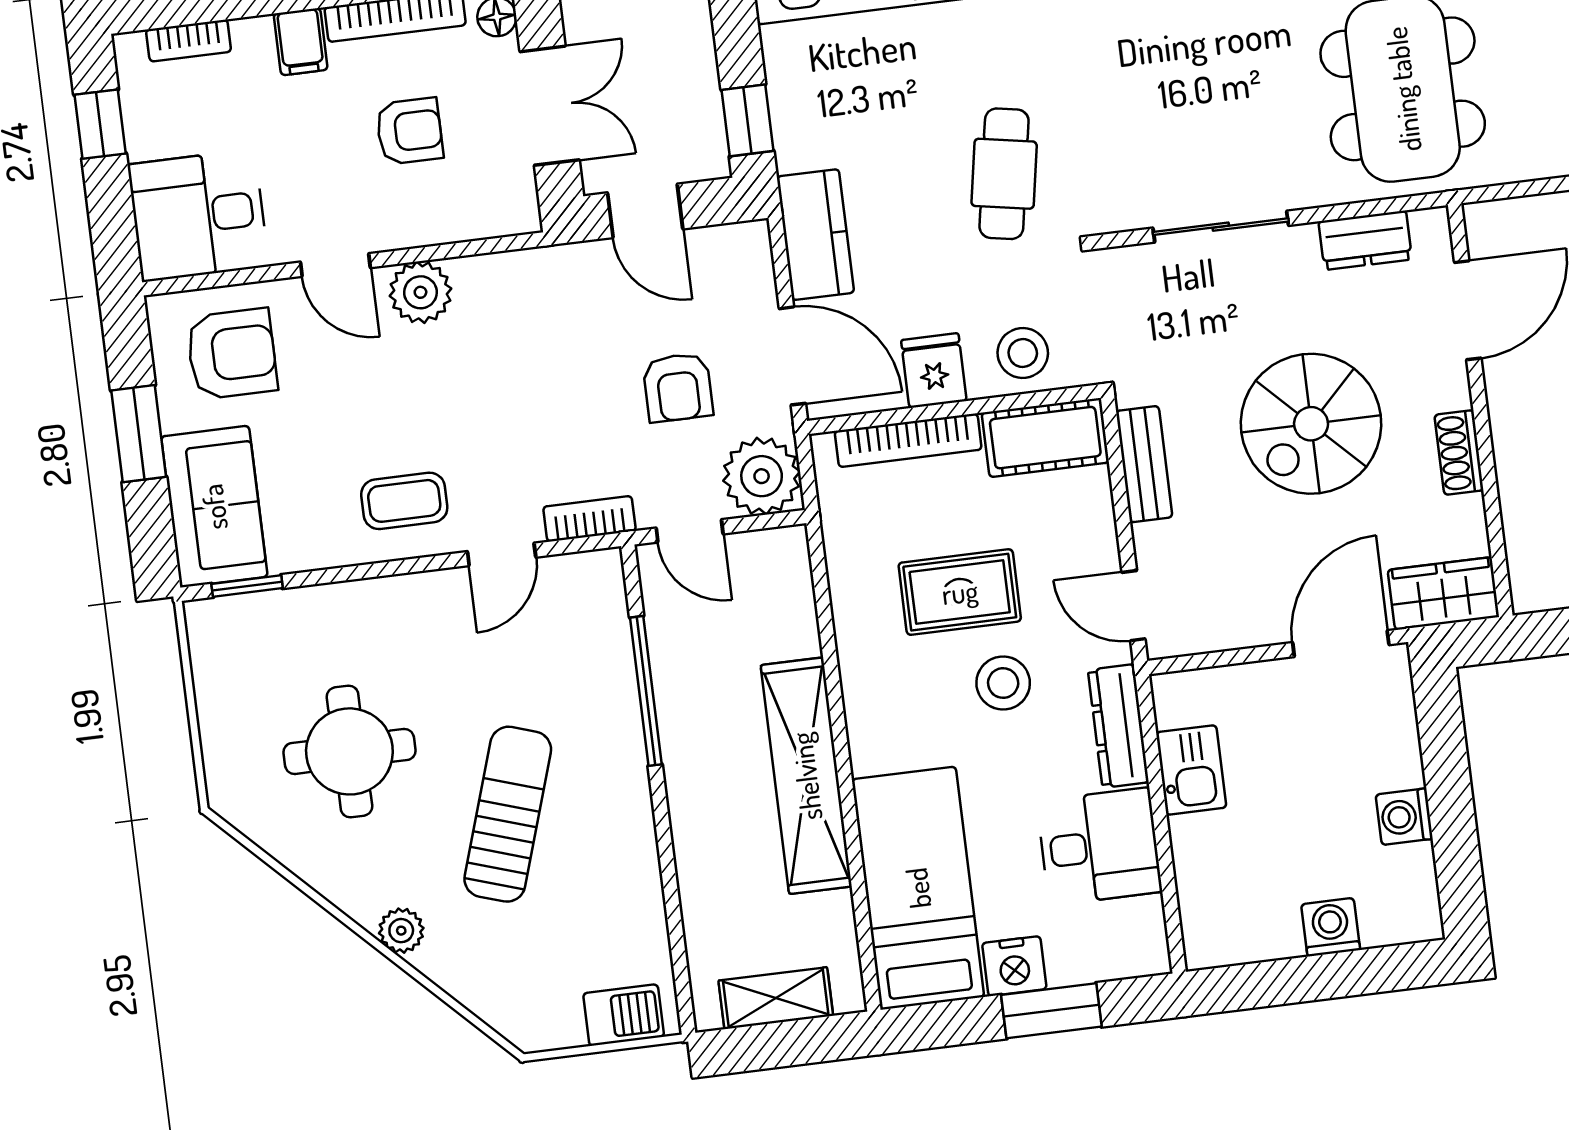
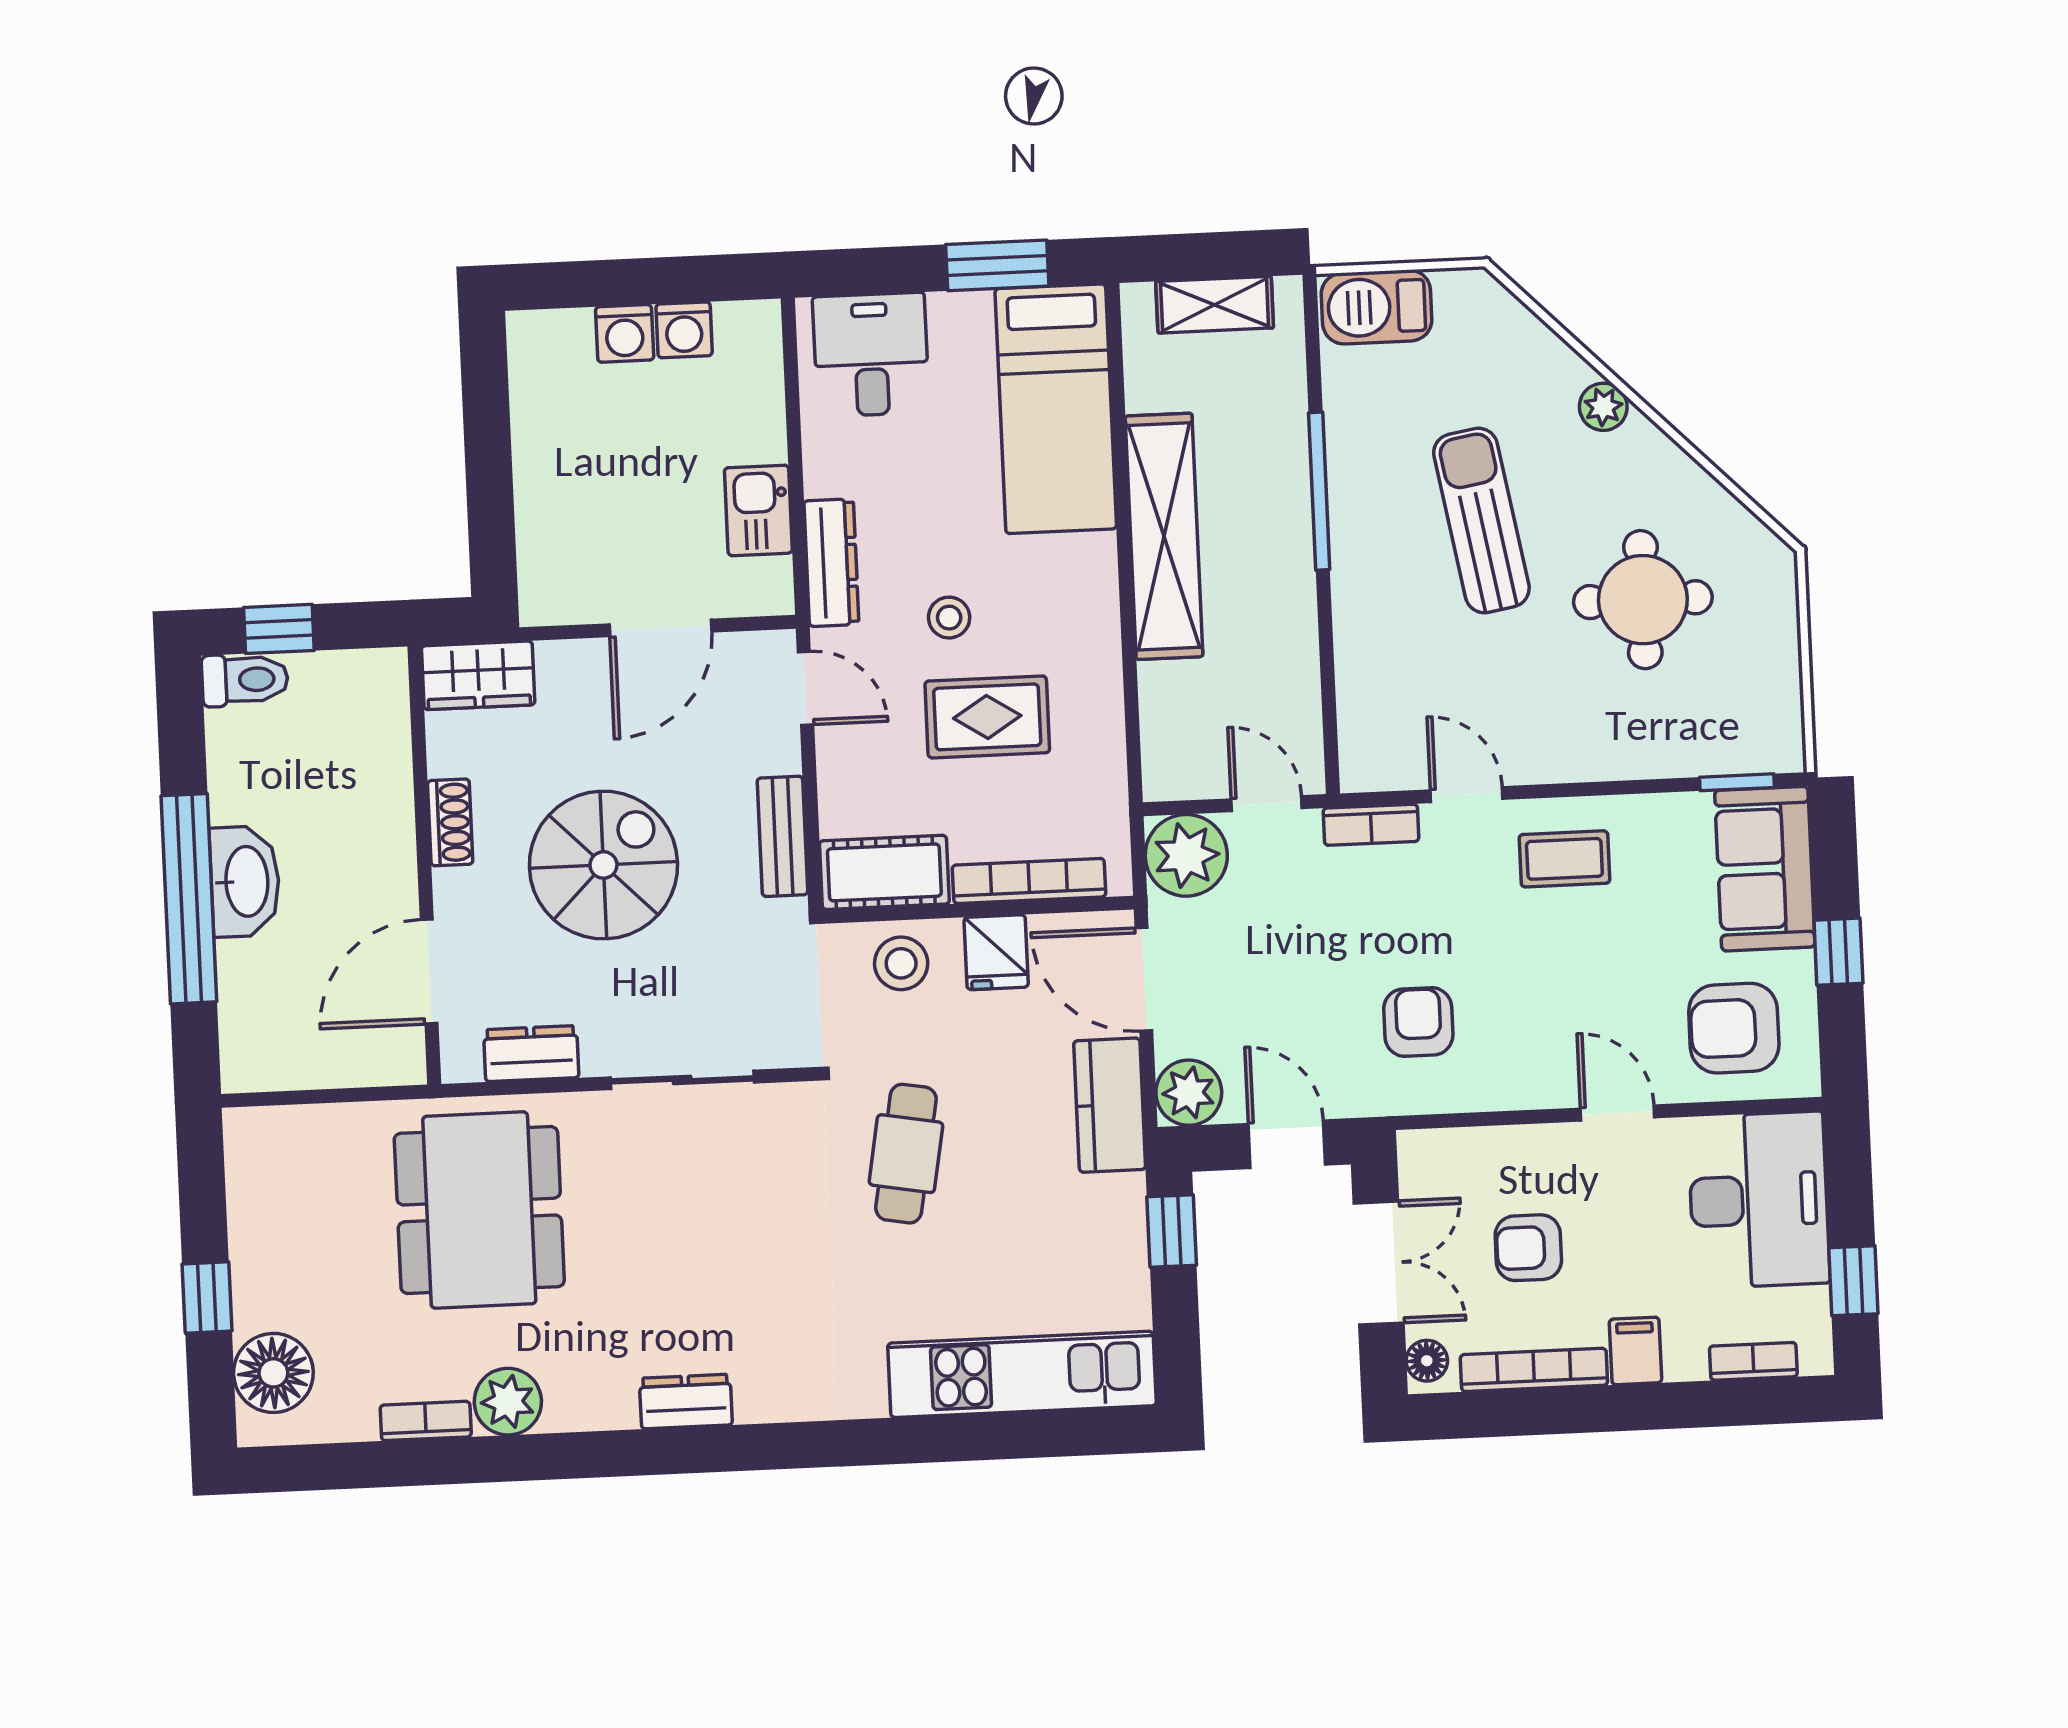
double door: (550, 106) -> (1379, 1263), swing flipped
desk: (198, 215) -> (1759, 1200), width x1.37
plant: (420, 292) -> (1189, 1093), moved
armchair: (678, 387) -> (1418, 1022), moved
window: (139, 434) -> (1838, 952), width x0.67
door: (502, 554) -> (1467, 795), hinge flipped
door: (1341, 644) -> (661, 628), moved
stool: (1003, 683) -> (949, 618), width x0.73, depth x0.73
window: (646, 691) -> (1319, 491), moved
sun lounger: (508, 814) -> (1481, 521), turned 152
washing machine: (1404, 817) -> (684, 330), moved, turned 90
desk: (1099, 846) -> (871, 355), moved, turned 90
nightstand: (1014, 966) -> (961, 319), removed
window: (1051, 1011) -> (997, 265), moved
barbecue: (624, 1015) -> (1377, 307), width x1.38, depth x1.27

